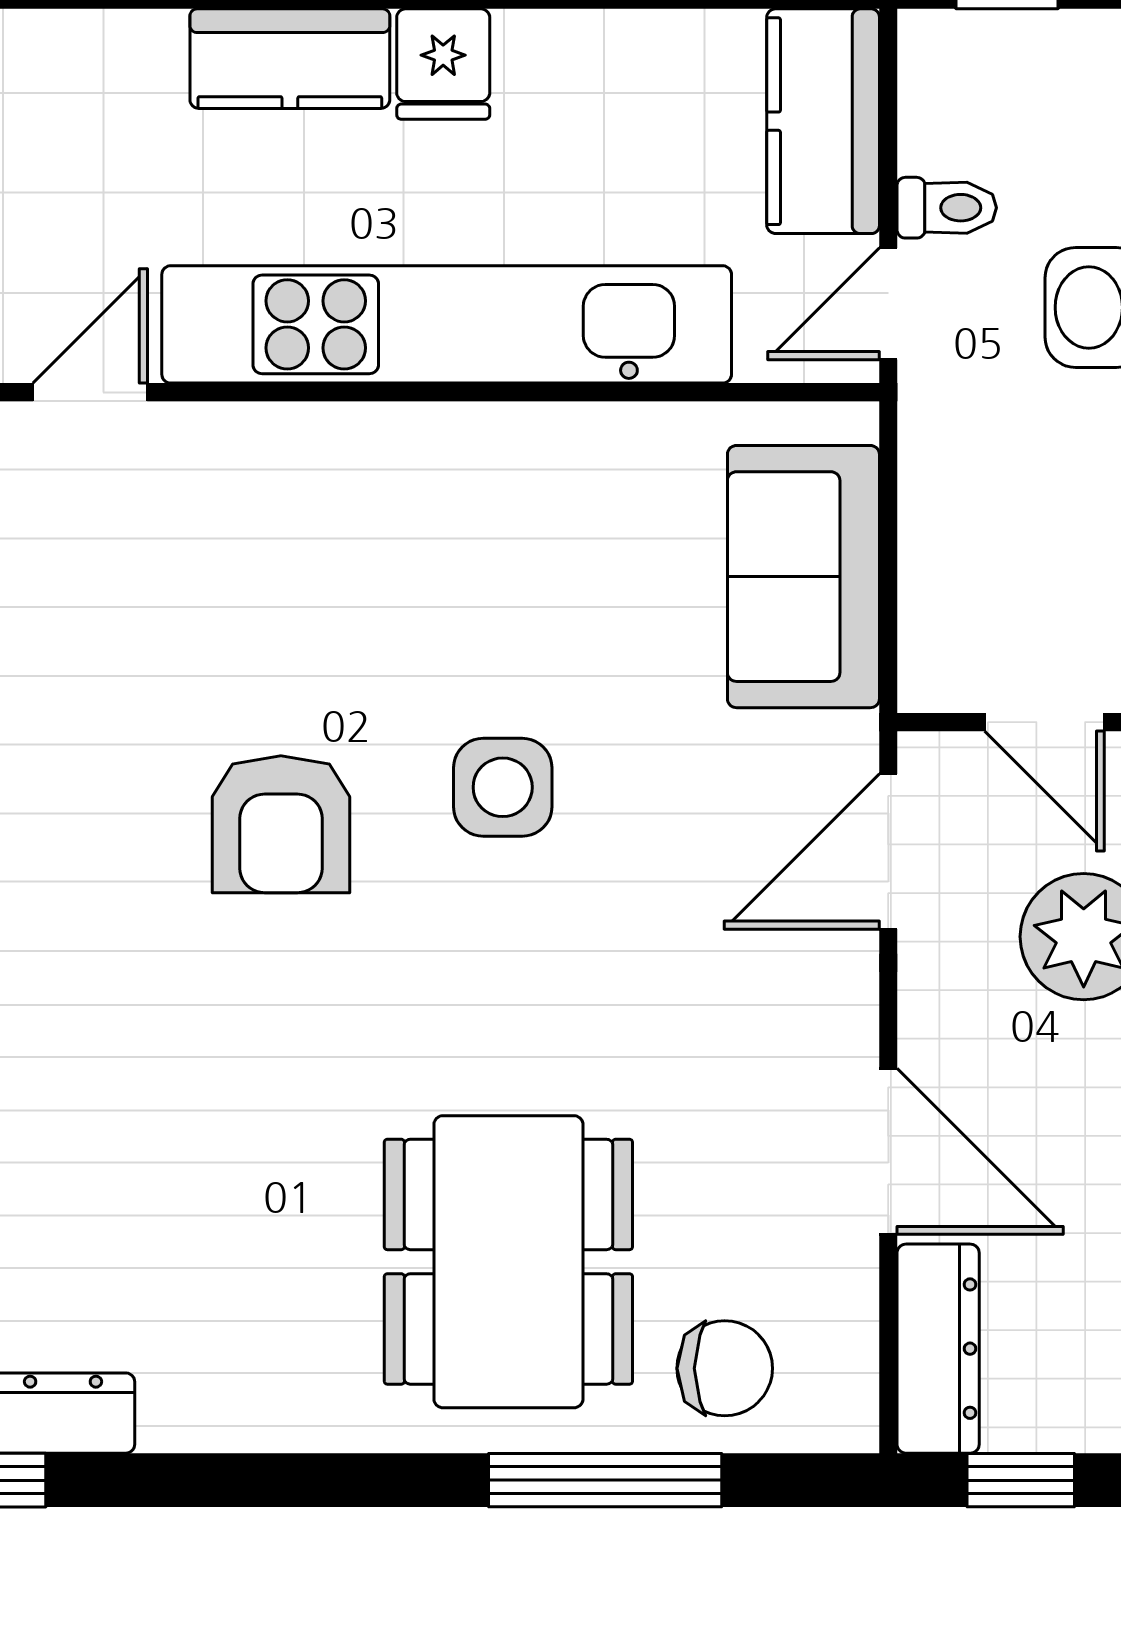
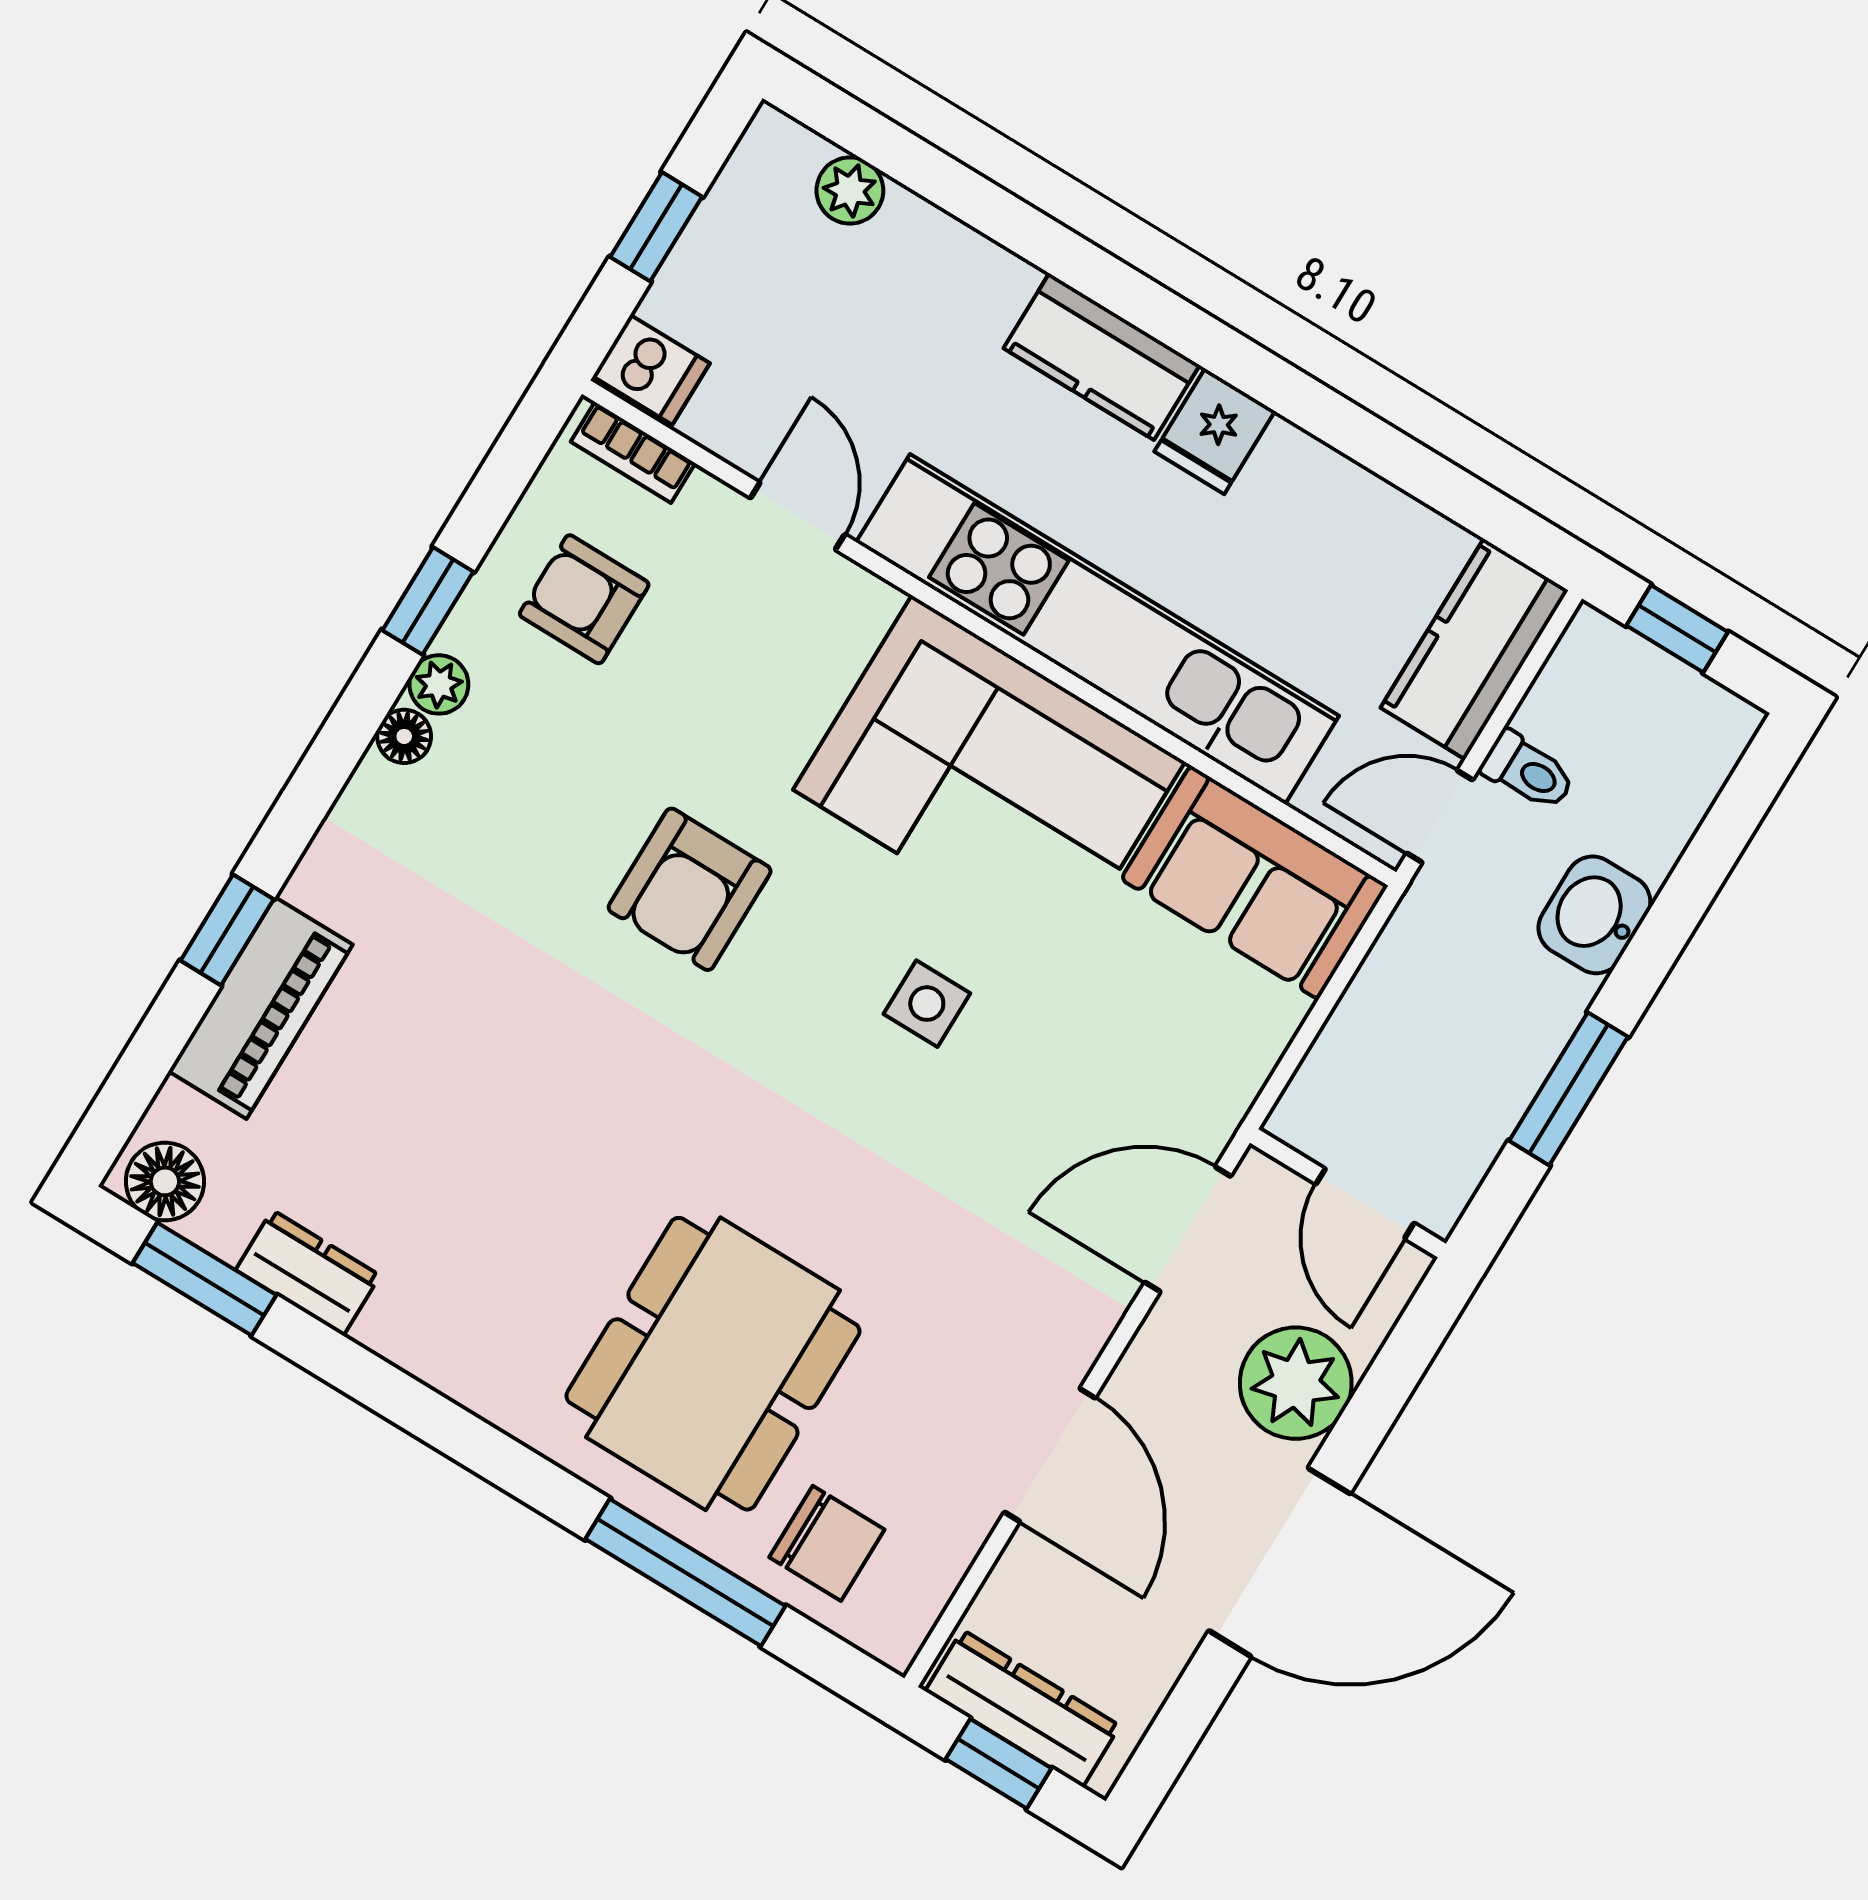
door: (90, 392) -> (798, 516), hinge flipped
corner sofa: (428, 530) -> (989, 776), added
sofa: (803, 577) -> (1254, 883), moved, turned -90
side table: (503, 787) -> (927, 1004), width x0.73, depth x0.73
armchair: (281, 824) -> (690, 889), moved
dresser: (938, 1349) -> (1023, 1708), moved, turned -90

